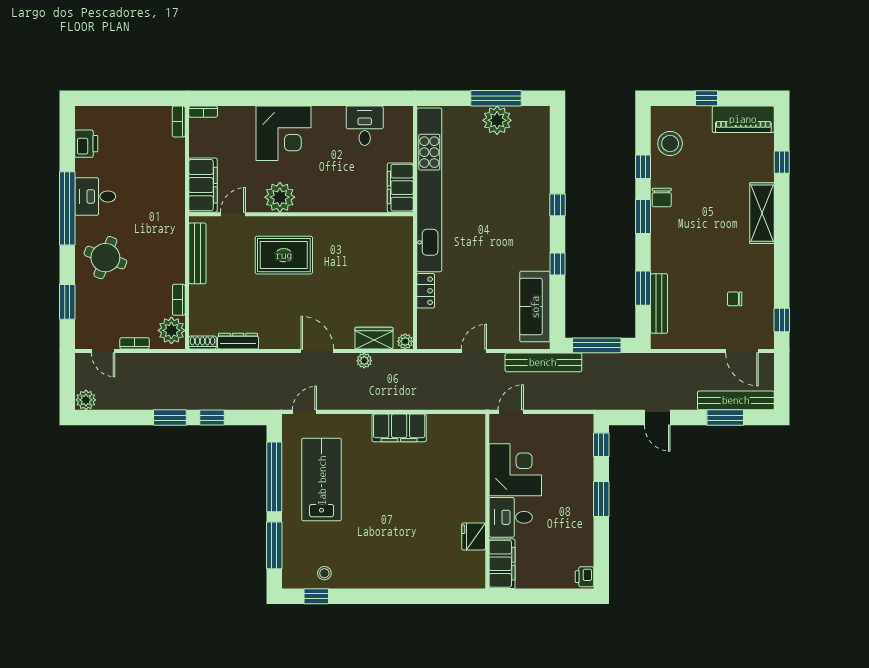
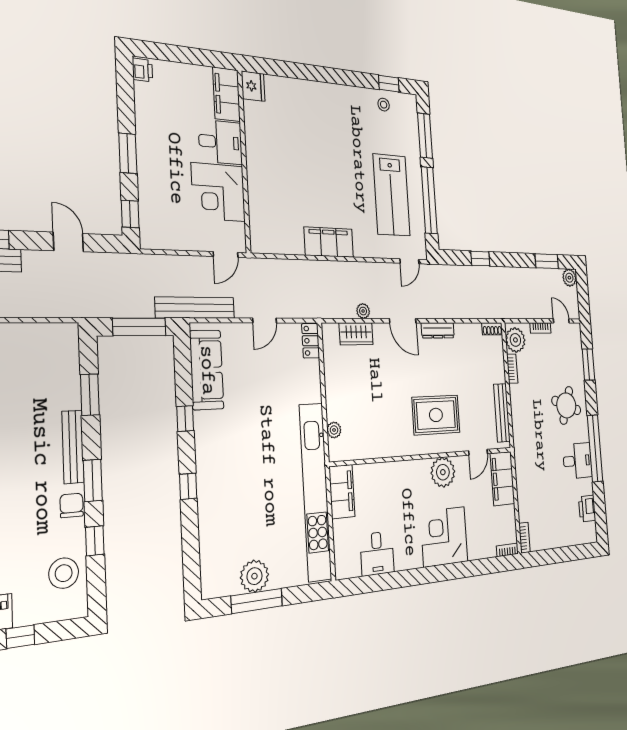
locker: (426, 291) -> (311, 341), moved
bench: (659, 303) -> (73, 447), moved
dresser: (238, 341) -> (438, 330), moved
plant: (405, 341) -> (334, 430), moved
window: (170, 418) -> (547, 261), moved
fridge: (474, 536) -> (253, 86), moved

